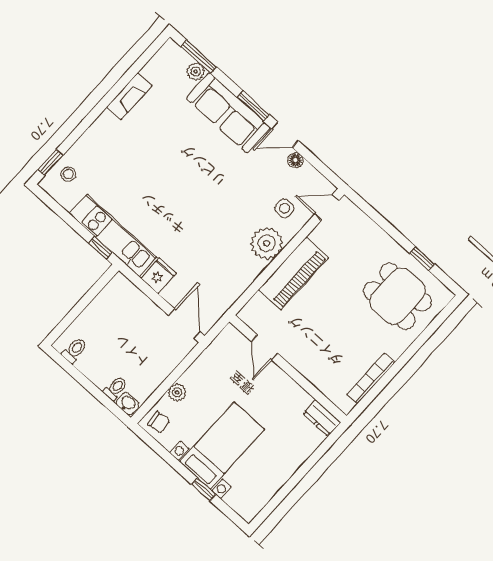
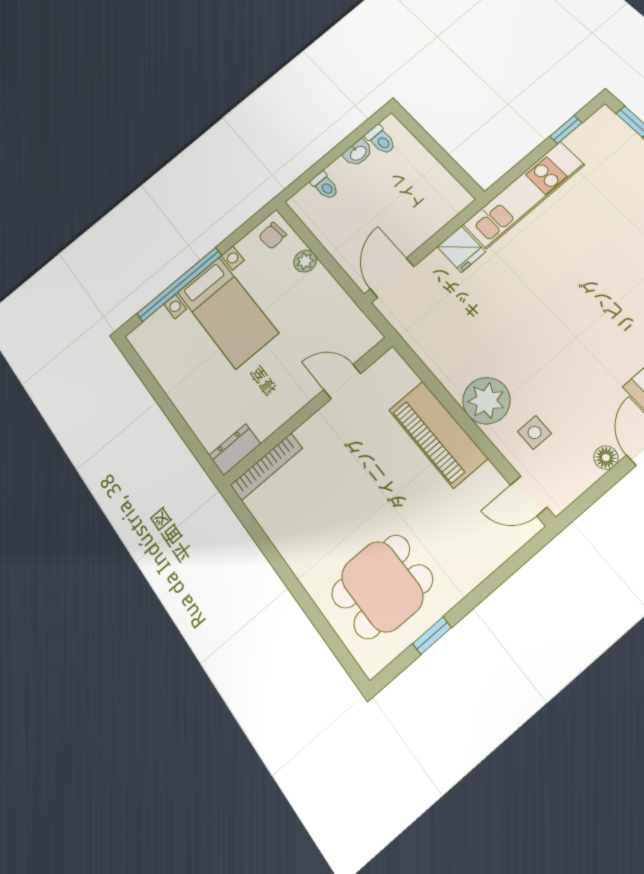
stool: (68, 174) -> (615, 143), removed
door: (327, 207) -> (529, 496), swing flipped
window: (101, 248) -> (566, 130), moved
door: (184, 324) -> (392, 278), swing flipped
bookcase: (371, 379) -> (266, 467), moved, turned 90
washbasin: (127, 404) -> (358, 153), moved
window: (204, 489) -> (179, 284), width x3.17

